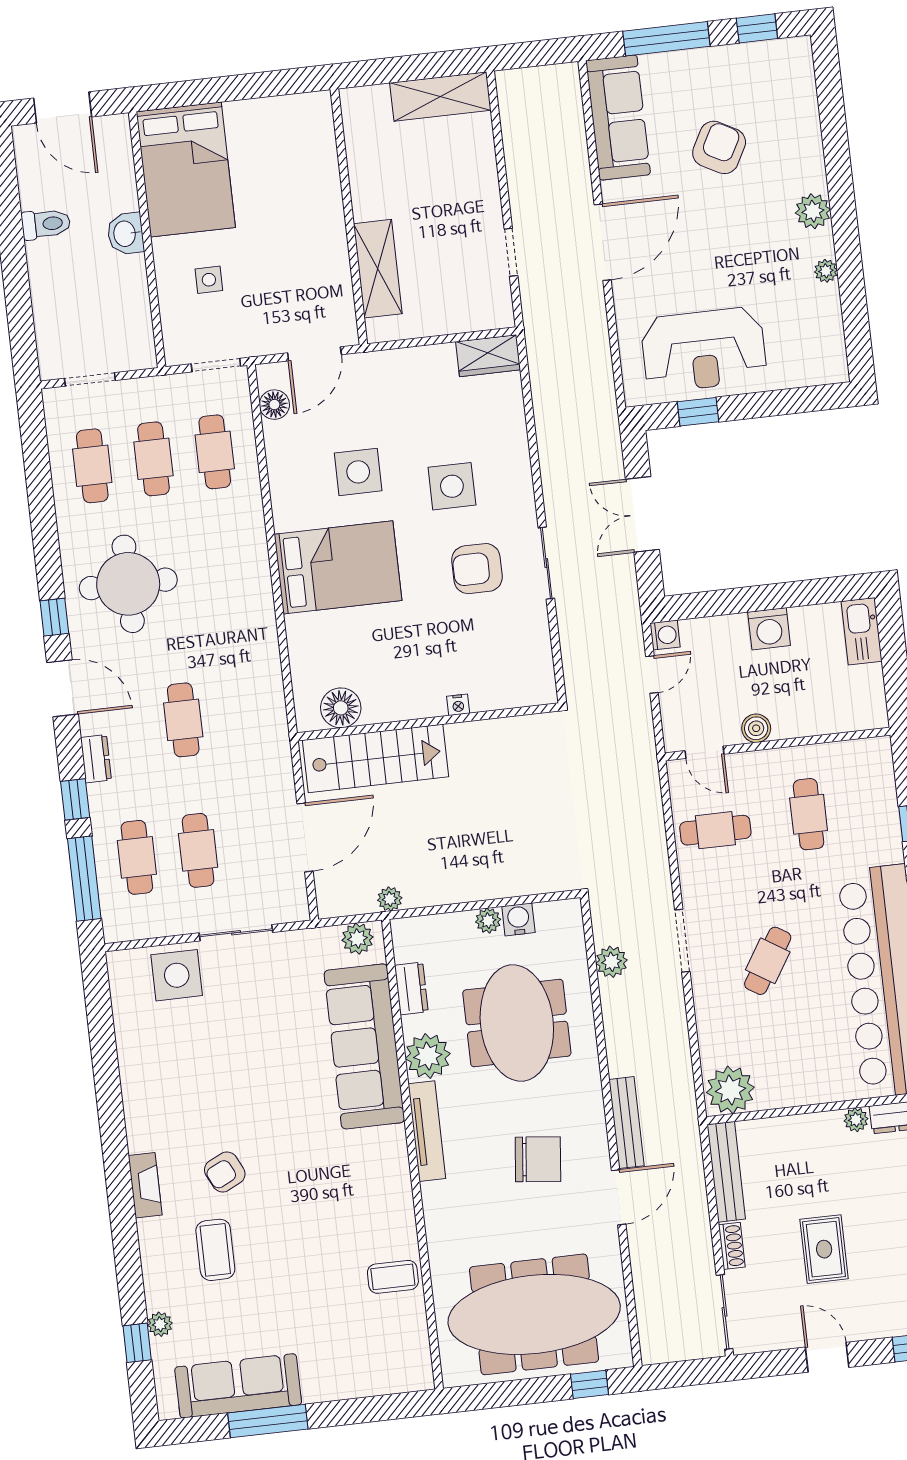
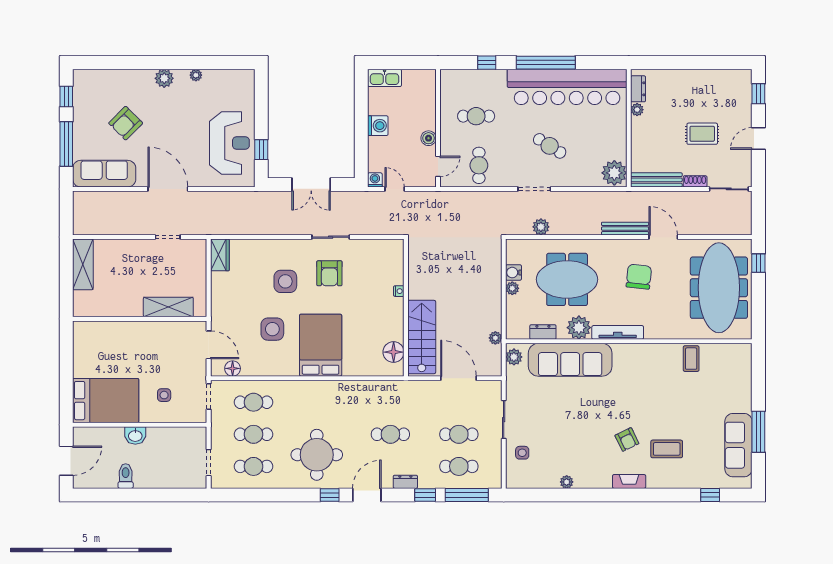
armchair: (719, 147) -> (126, 123), turned -73
side table: (177, 975) -> (522, 453), width x0.54, depth x0.54
plant: (160, 1324) -> (567, 482), moved

